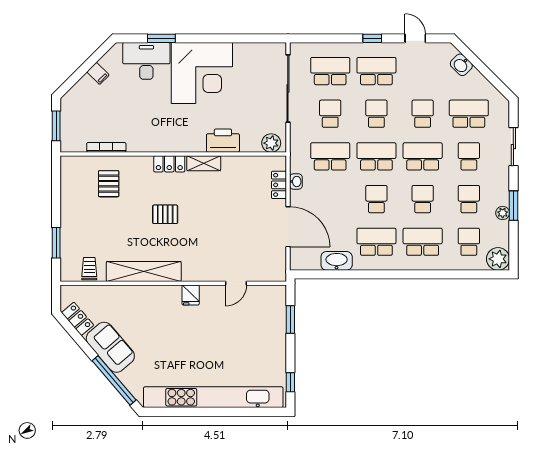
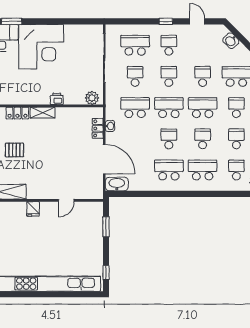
school desk: (376, 71) -> (169, 45), width x0.54
printer: (223, 141) -> (57, 99), width x0.53, depth x0.68
washbasin: (337, 261) -> (117, 184), moved

